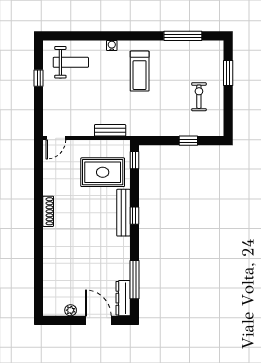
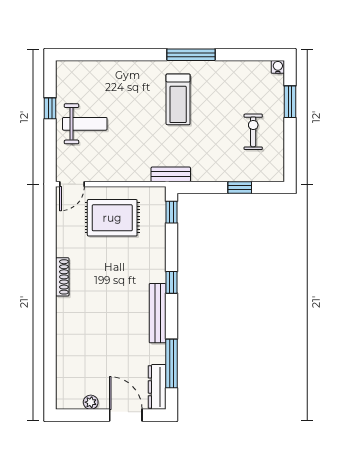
window: (183, 36) -> (191, 55), moved
water cooler: (112, 45) -> (278, 67), moved
weight bench: (71, 62) -> (85, 124), moved
bench: (110, 130) -> (171, 174), moved
rug: (103, 172) -> (112, 218), moved
bench: (123, 213) -> (158, 313), moved

